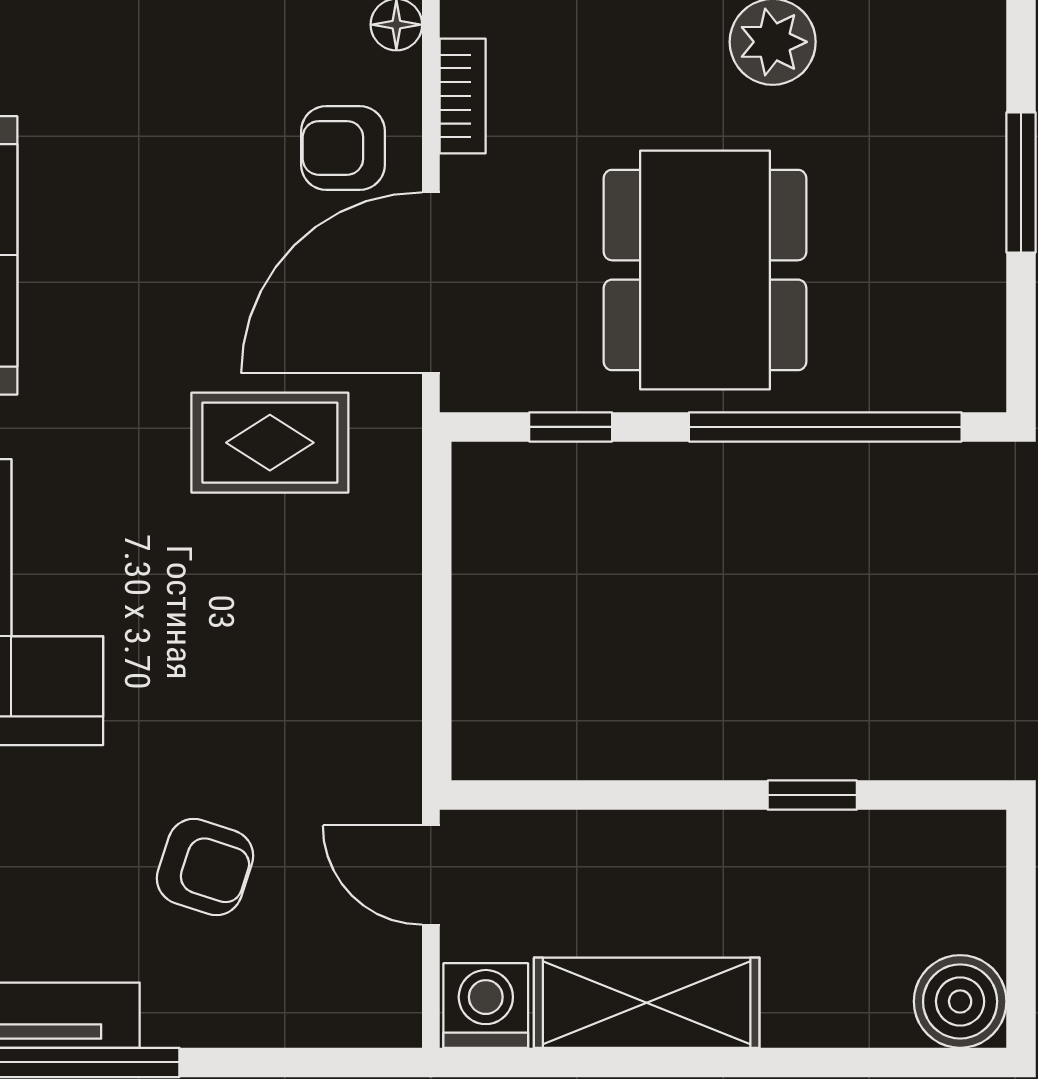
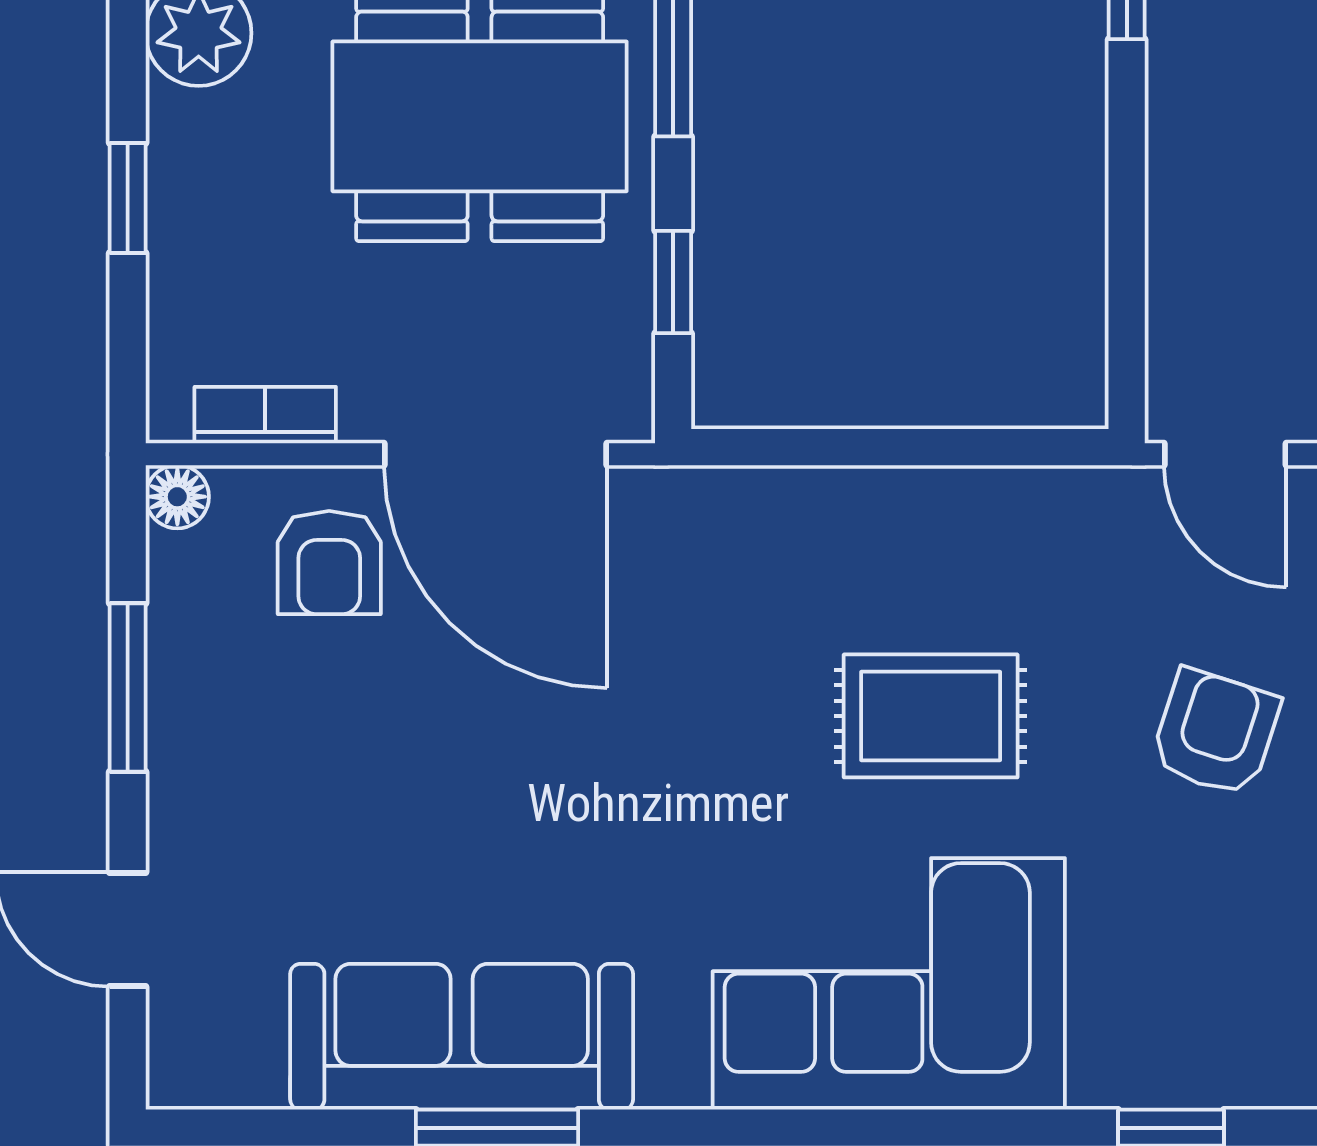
rug: (270, 443) -> (931, 716), moved, turned 90
door: (431, 875) -> (1225, 454), hinge flipped

